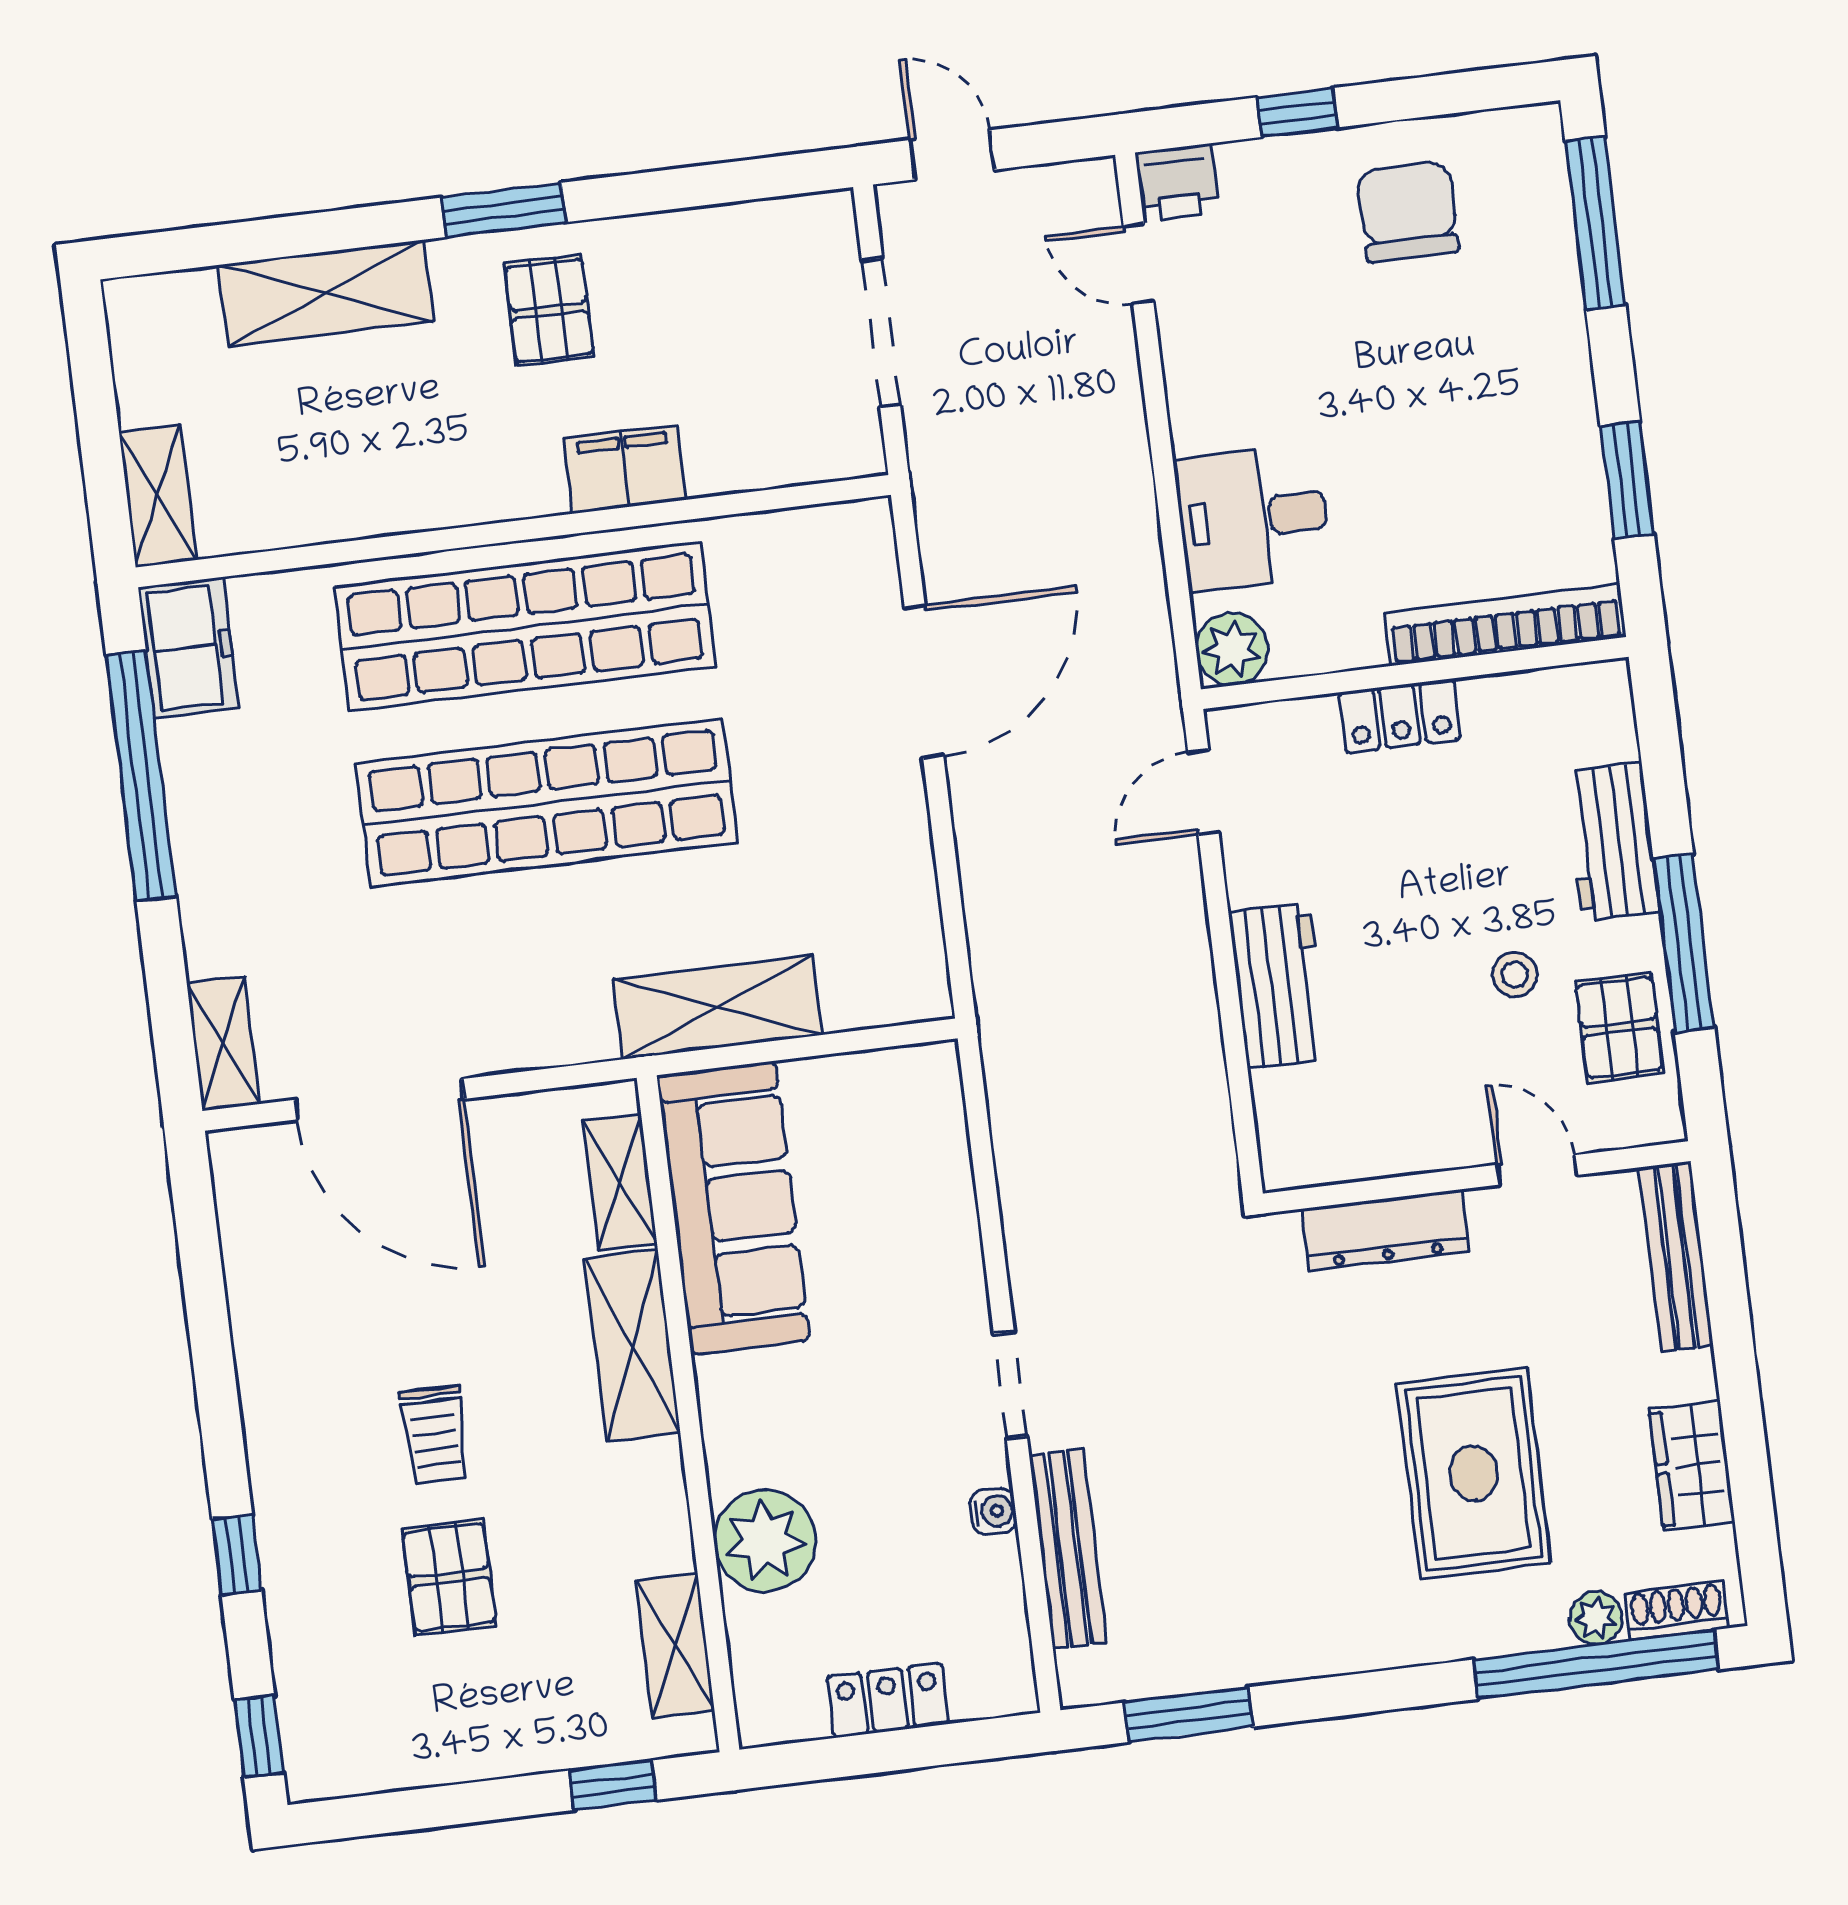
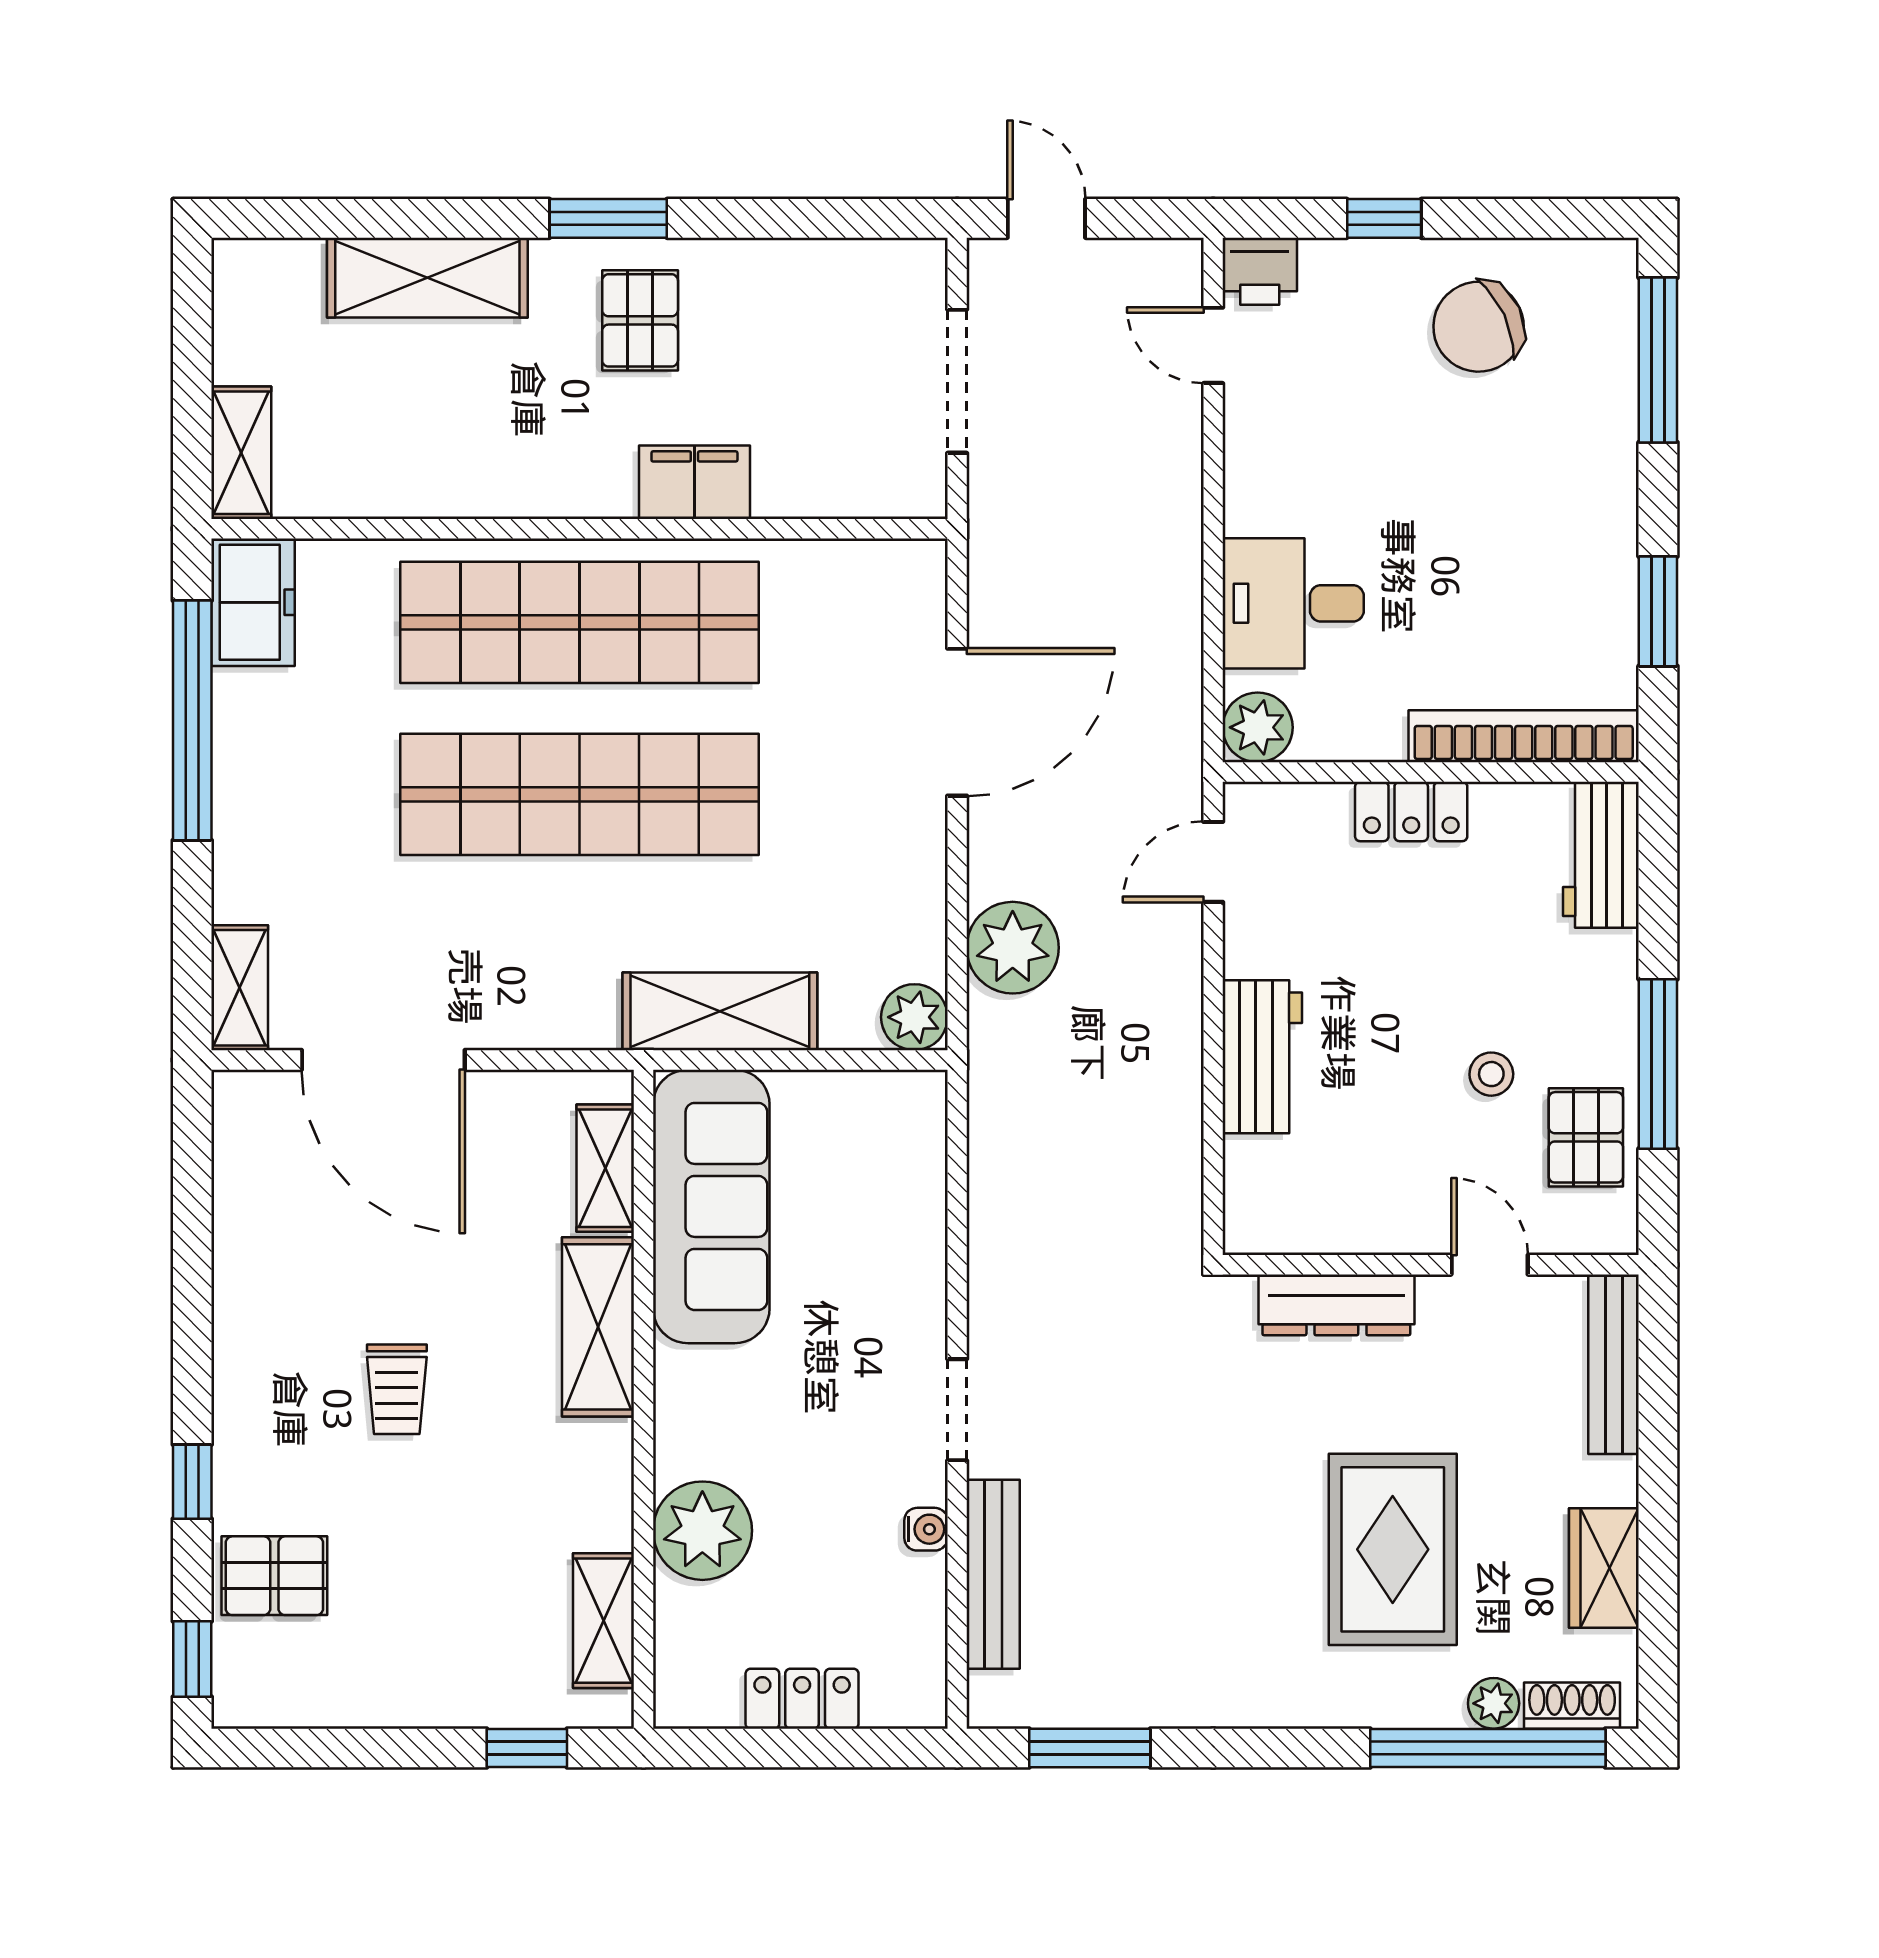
chair: (1408, 212) -> (1479, 327), turned -115
workbench: (1612, 842) -> (1601, 855), moved
plant: (1009, 905) -> (1013, 948), added
plant: (917, 989) -> (914, 1017), added
pallet: (449, 1577) -> (274, 1576), moved, turned 90

